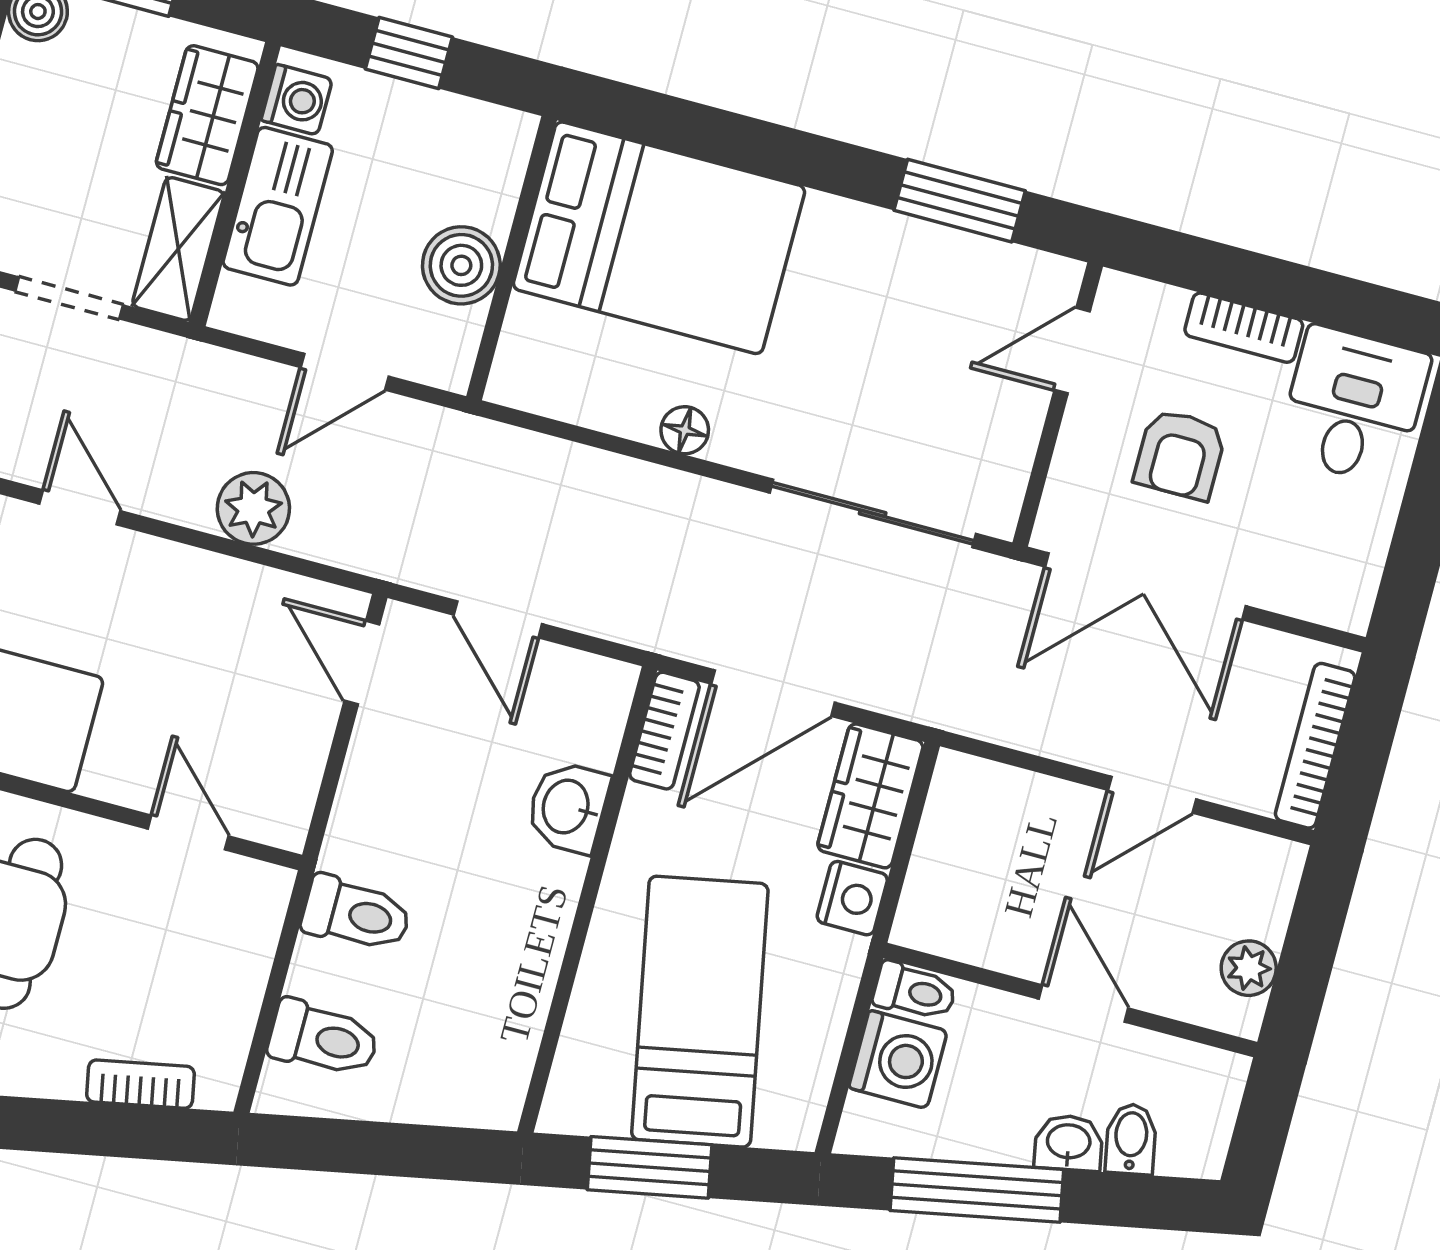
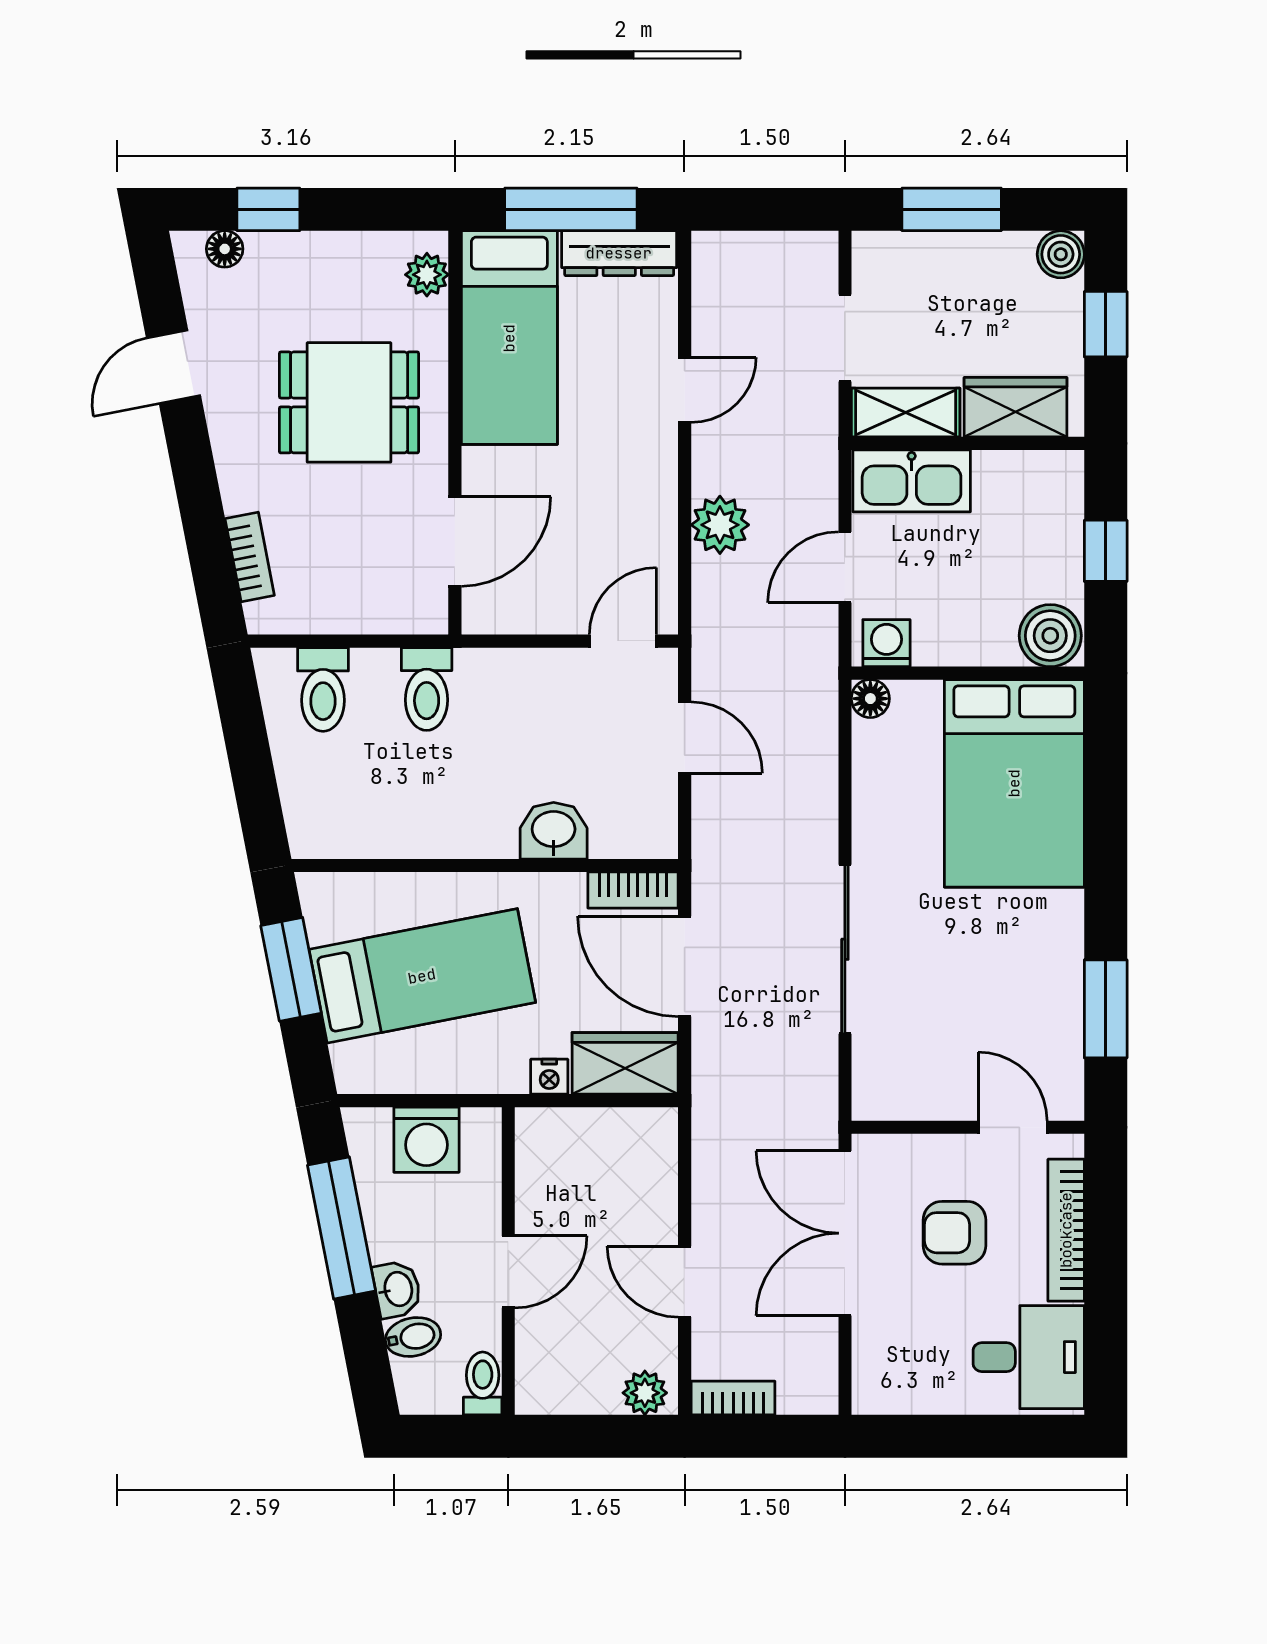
washing machine: (297, 100) -> (886, 643), moved, turned 180
kitchen sink: (278, 206) -> (912, 481), moved
boiler: (461, 265) -> (1050, 636), moved
bookcase: (1244, 328) -> (1066, 1230), width x1.56
door: (345, 372) -> (845, 567), hinge flipped
floor lamp: (685, 430) -> (870, 699), moved
sliding door: (873, 513) -> (845, 949), moved
door: (498, 619) -> (685, 738), swing flipped
bookcase: (1315, 746) -> (733, 1398), width x0.64
door: (188, 833) -> (455, 542), width x1.38
nightstand: (852, 898) -> (549, 1077), width x0.72, depth x0.74
plant: (1249, 968) -> (645, 1393), moved
toilet: (915, 991) -> (483, 1383), moved, turned 180

